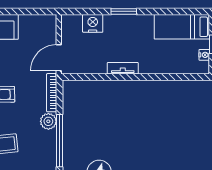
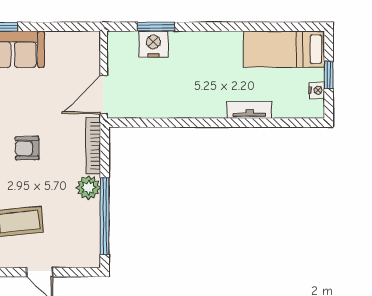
window: (124, 11) -> (156, 27), moved
tv unit: (123, 68) -> (249, 110), moved

